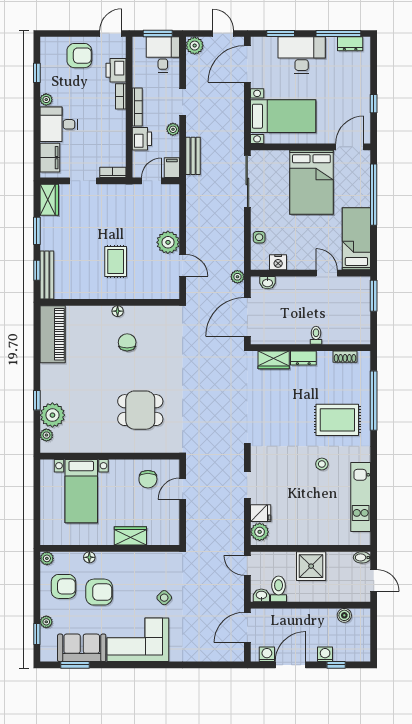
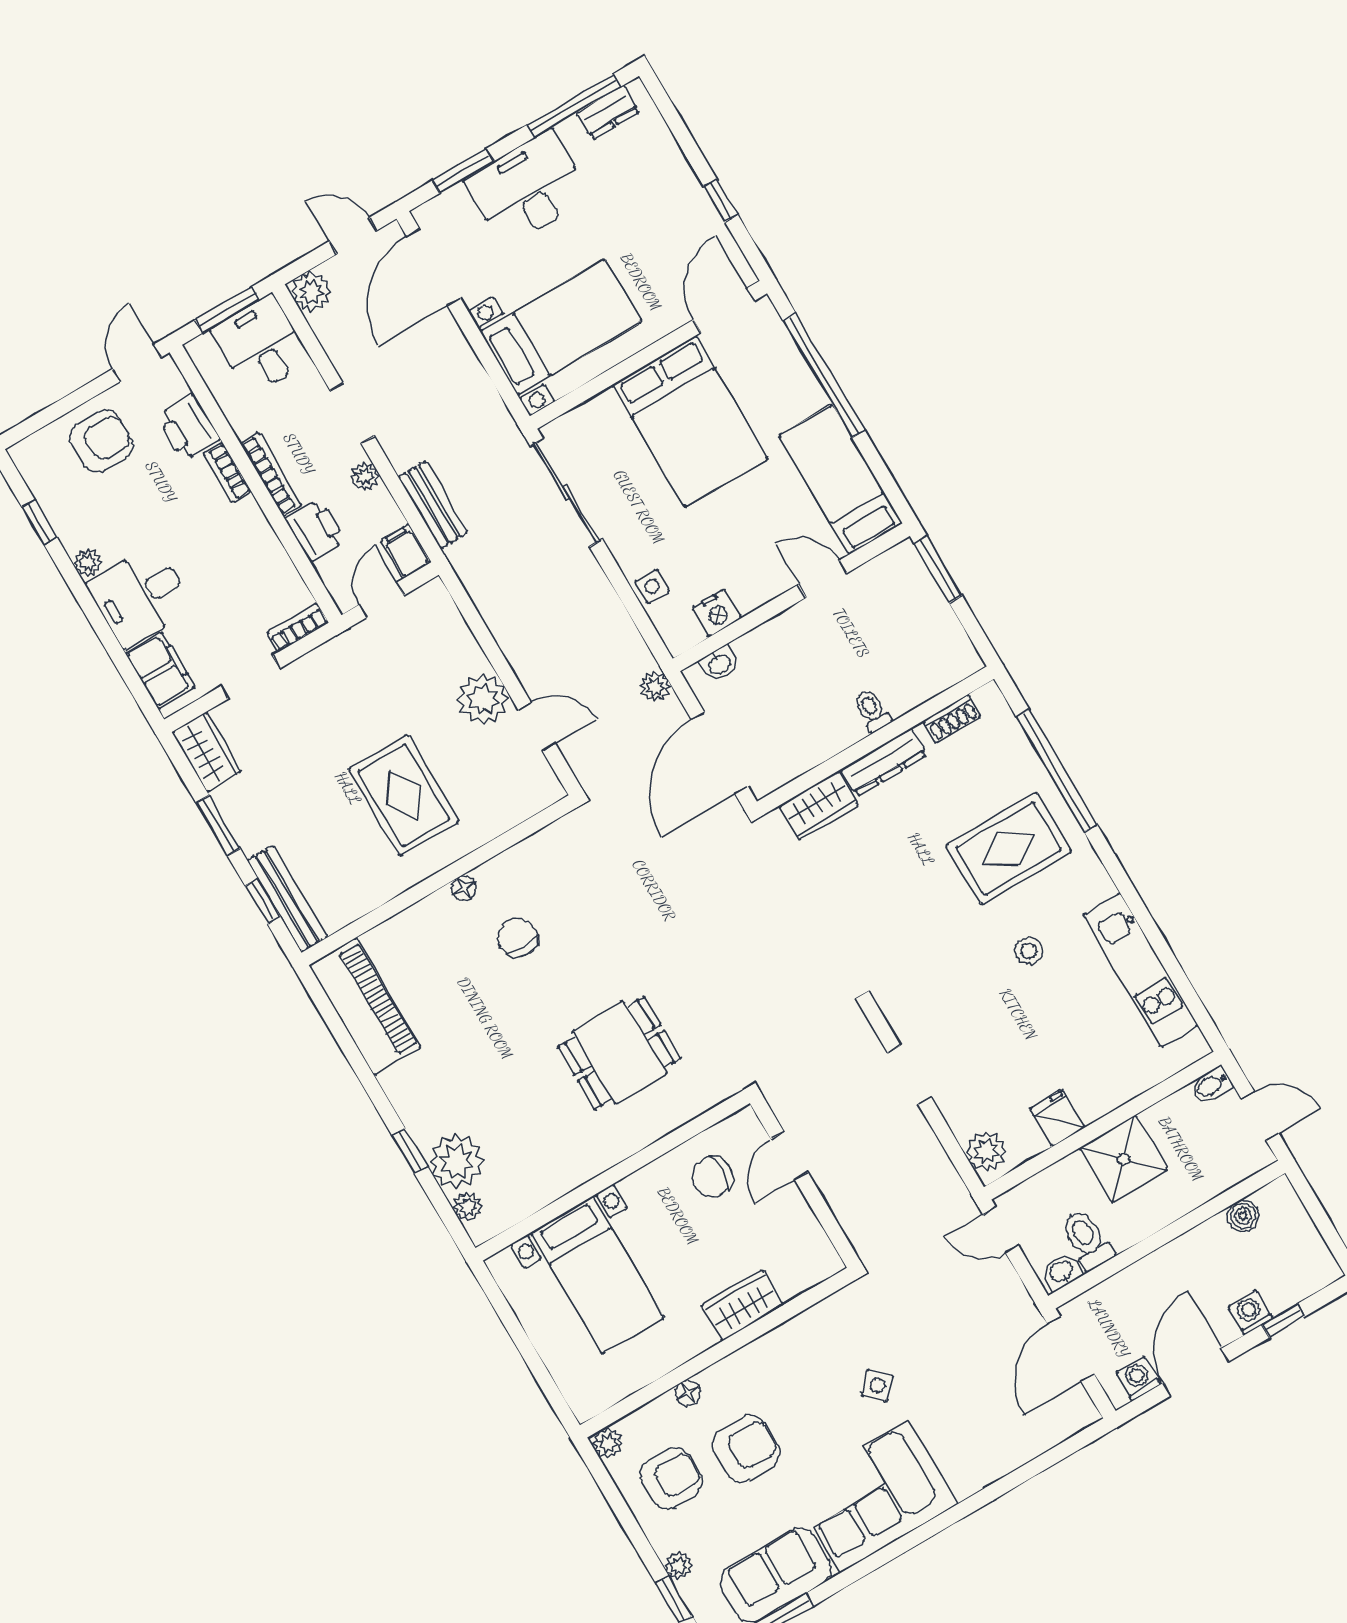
rug: (116, 261) -> (404, 795), width x1.36, depth x1.43
dresser: (303, 358) -> (884, 762), width x1.44
chair: (148, 479) -> (712, 1177), turned 90
fridge: (261, 513) -> (1057, 1118), moved, turned -90

